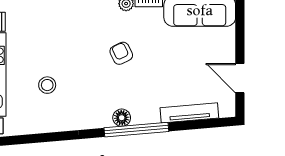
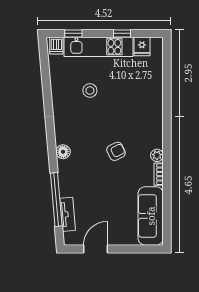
tv unit: (189, 113) -> (68, 214), width x0.71
window: (136, 130) -> (56, 200), moved

